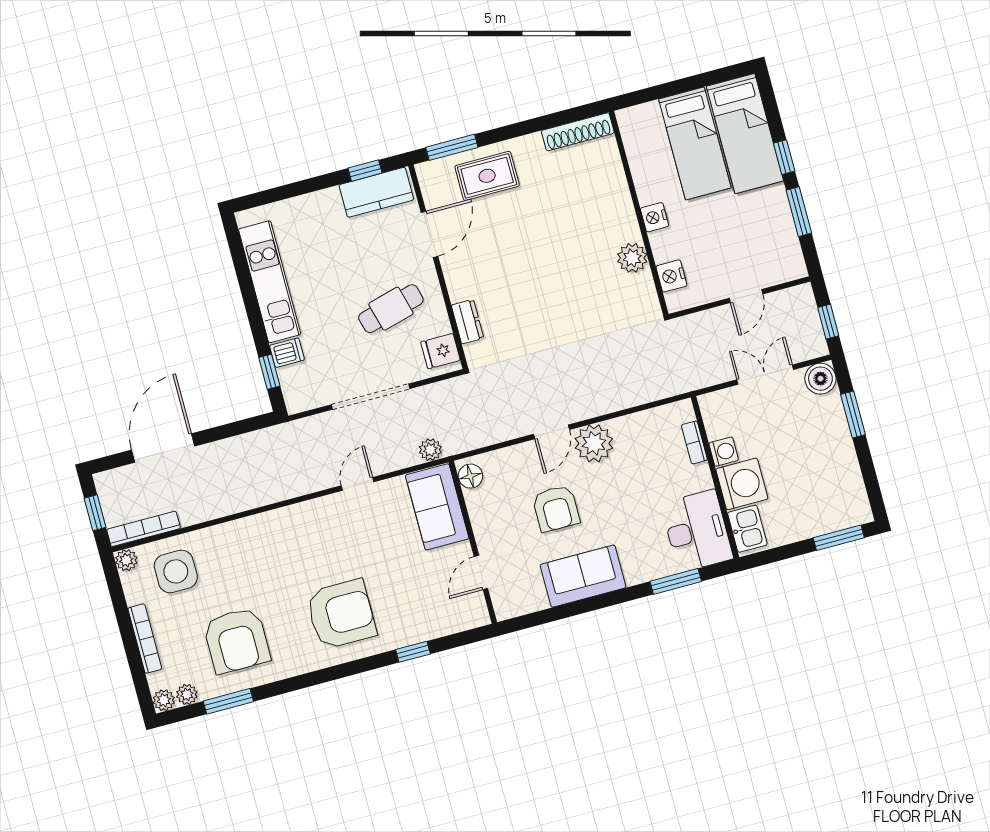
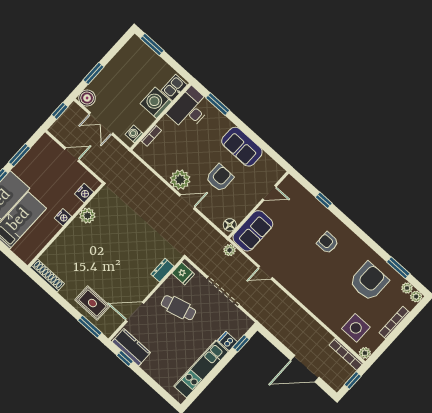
washing machine: (724, 452) -> (134, 134), moved
armchair: (341, 614) -> (328, 243), width x0.53, depth x0.53

